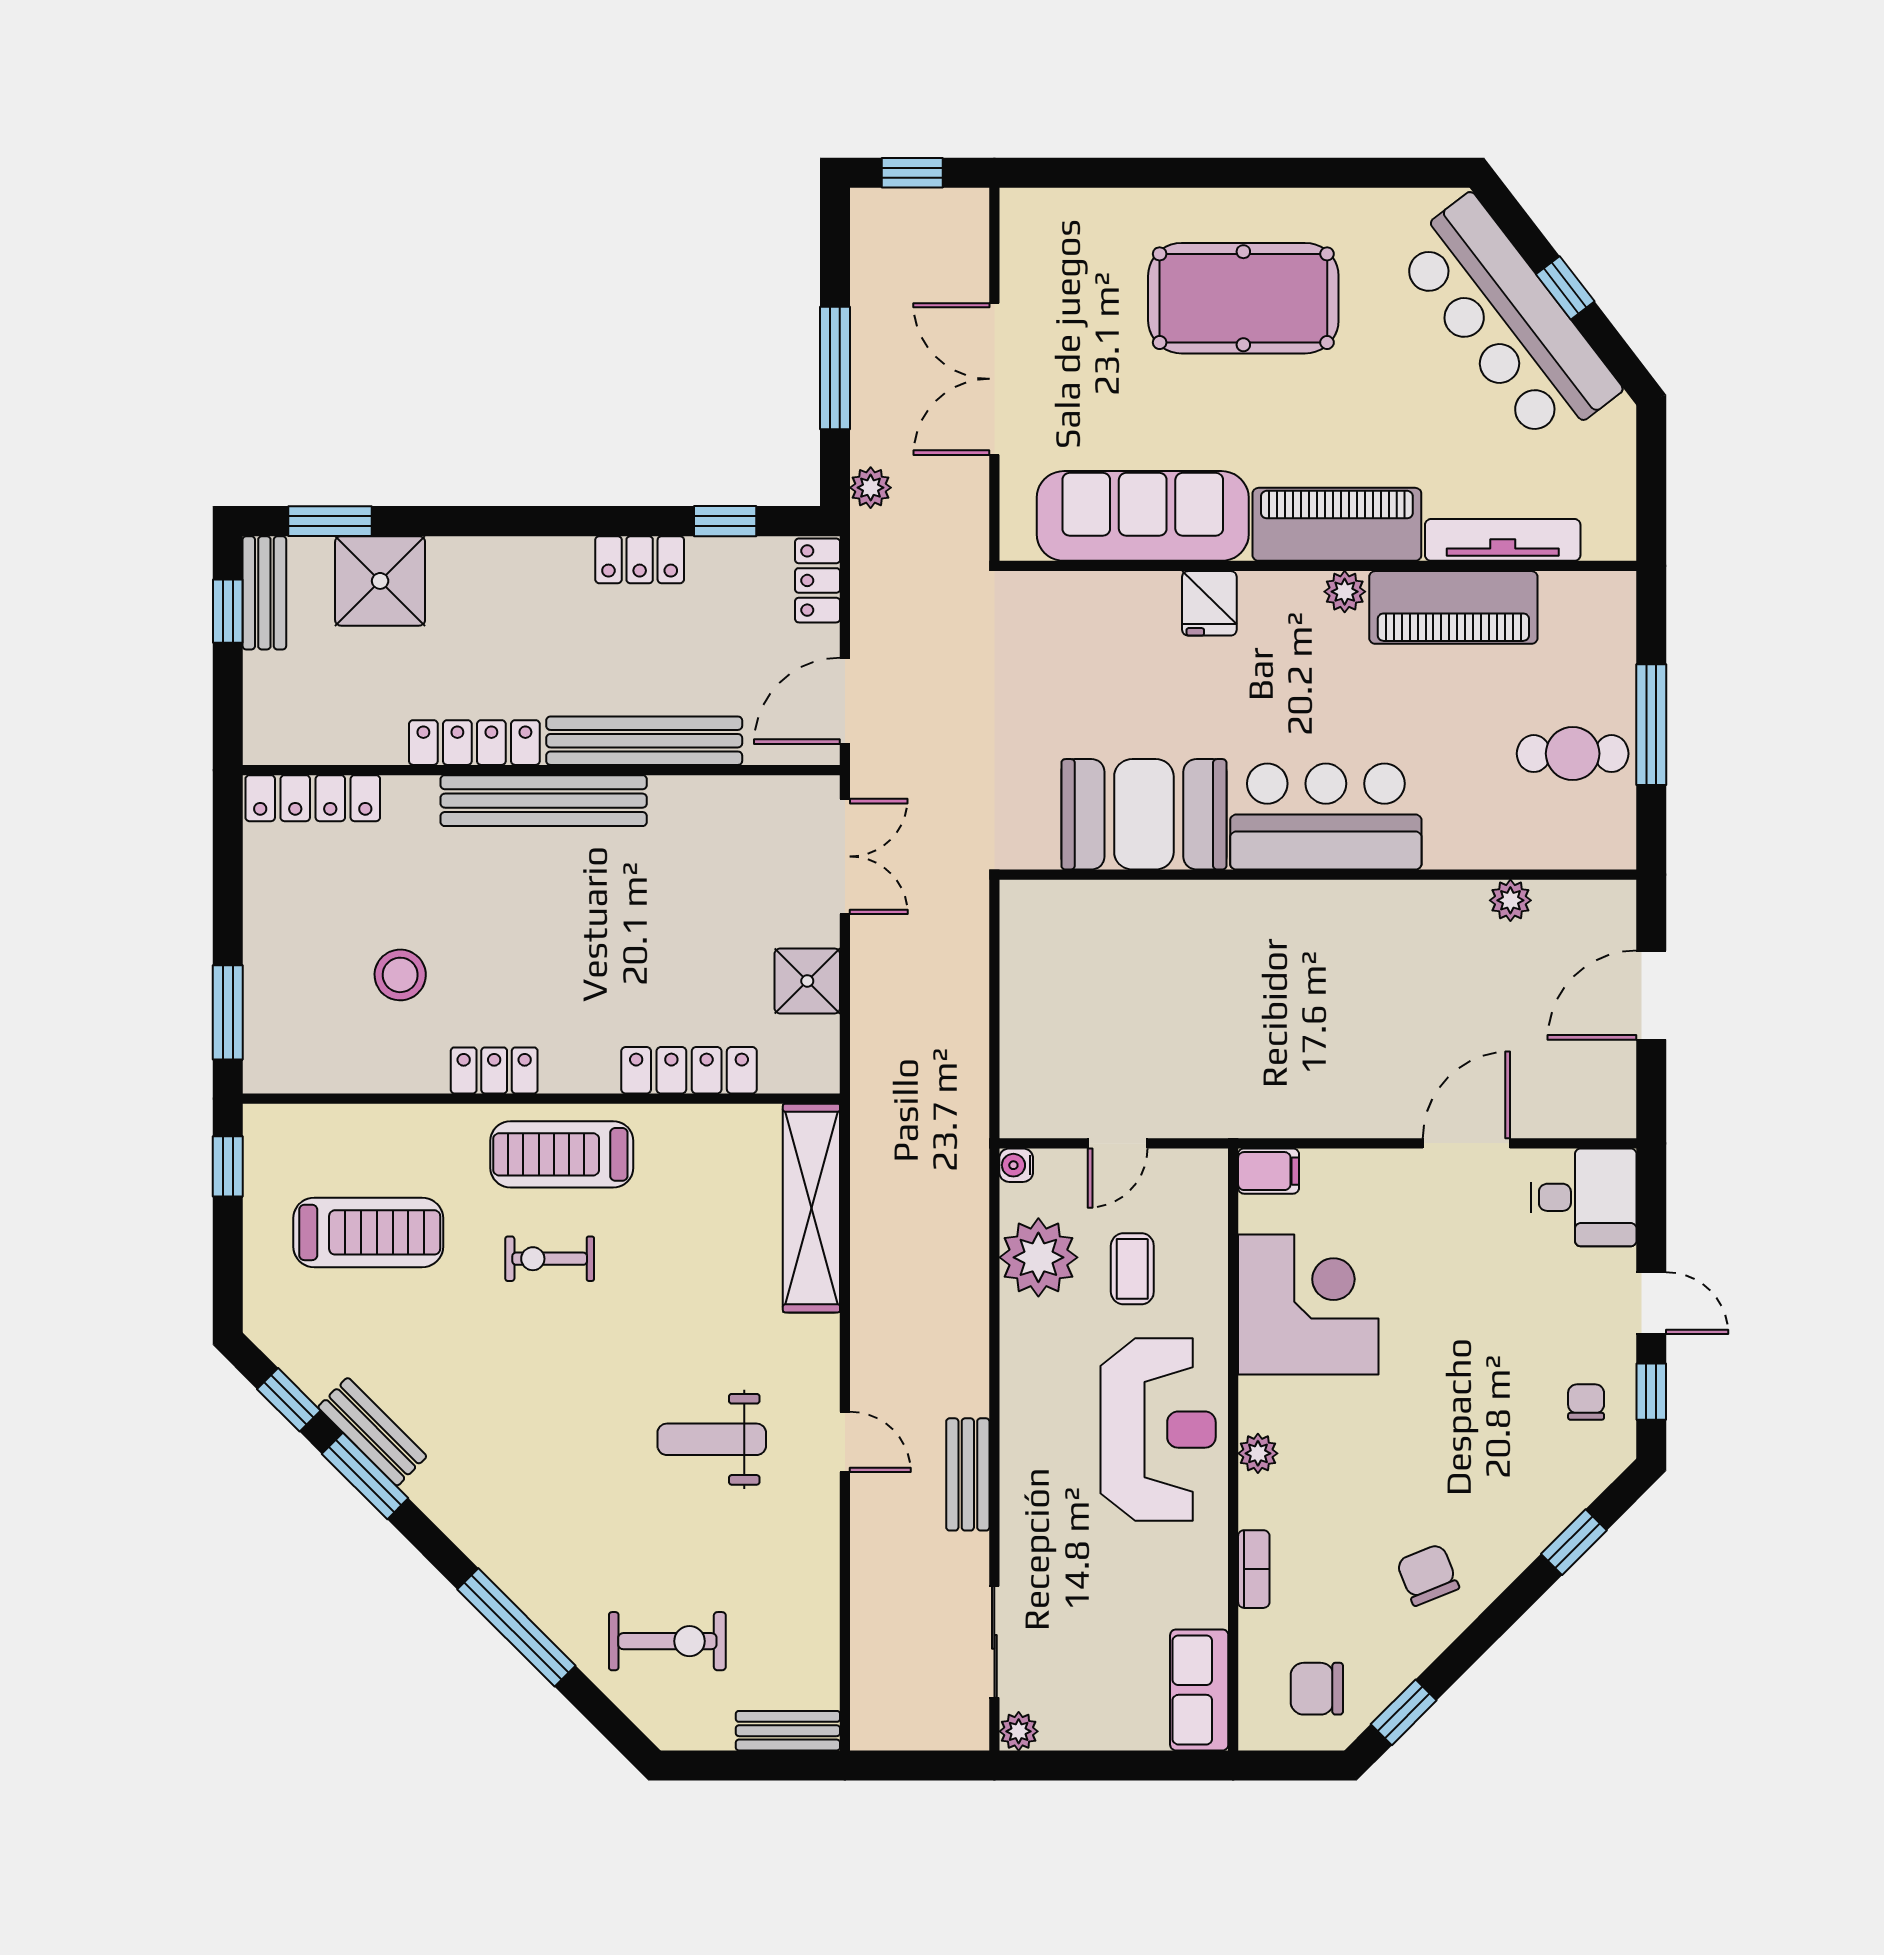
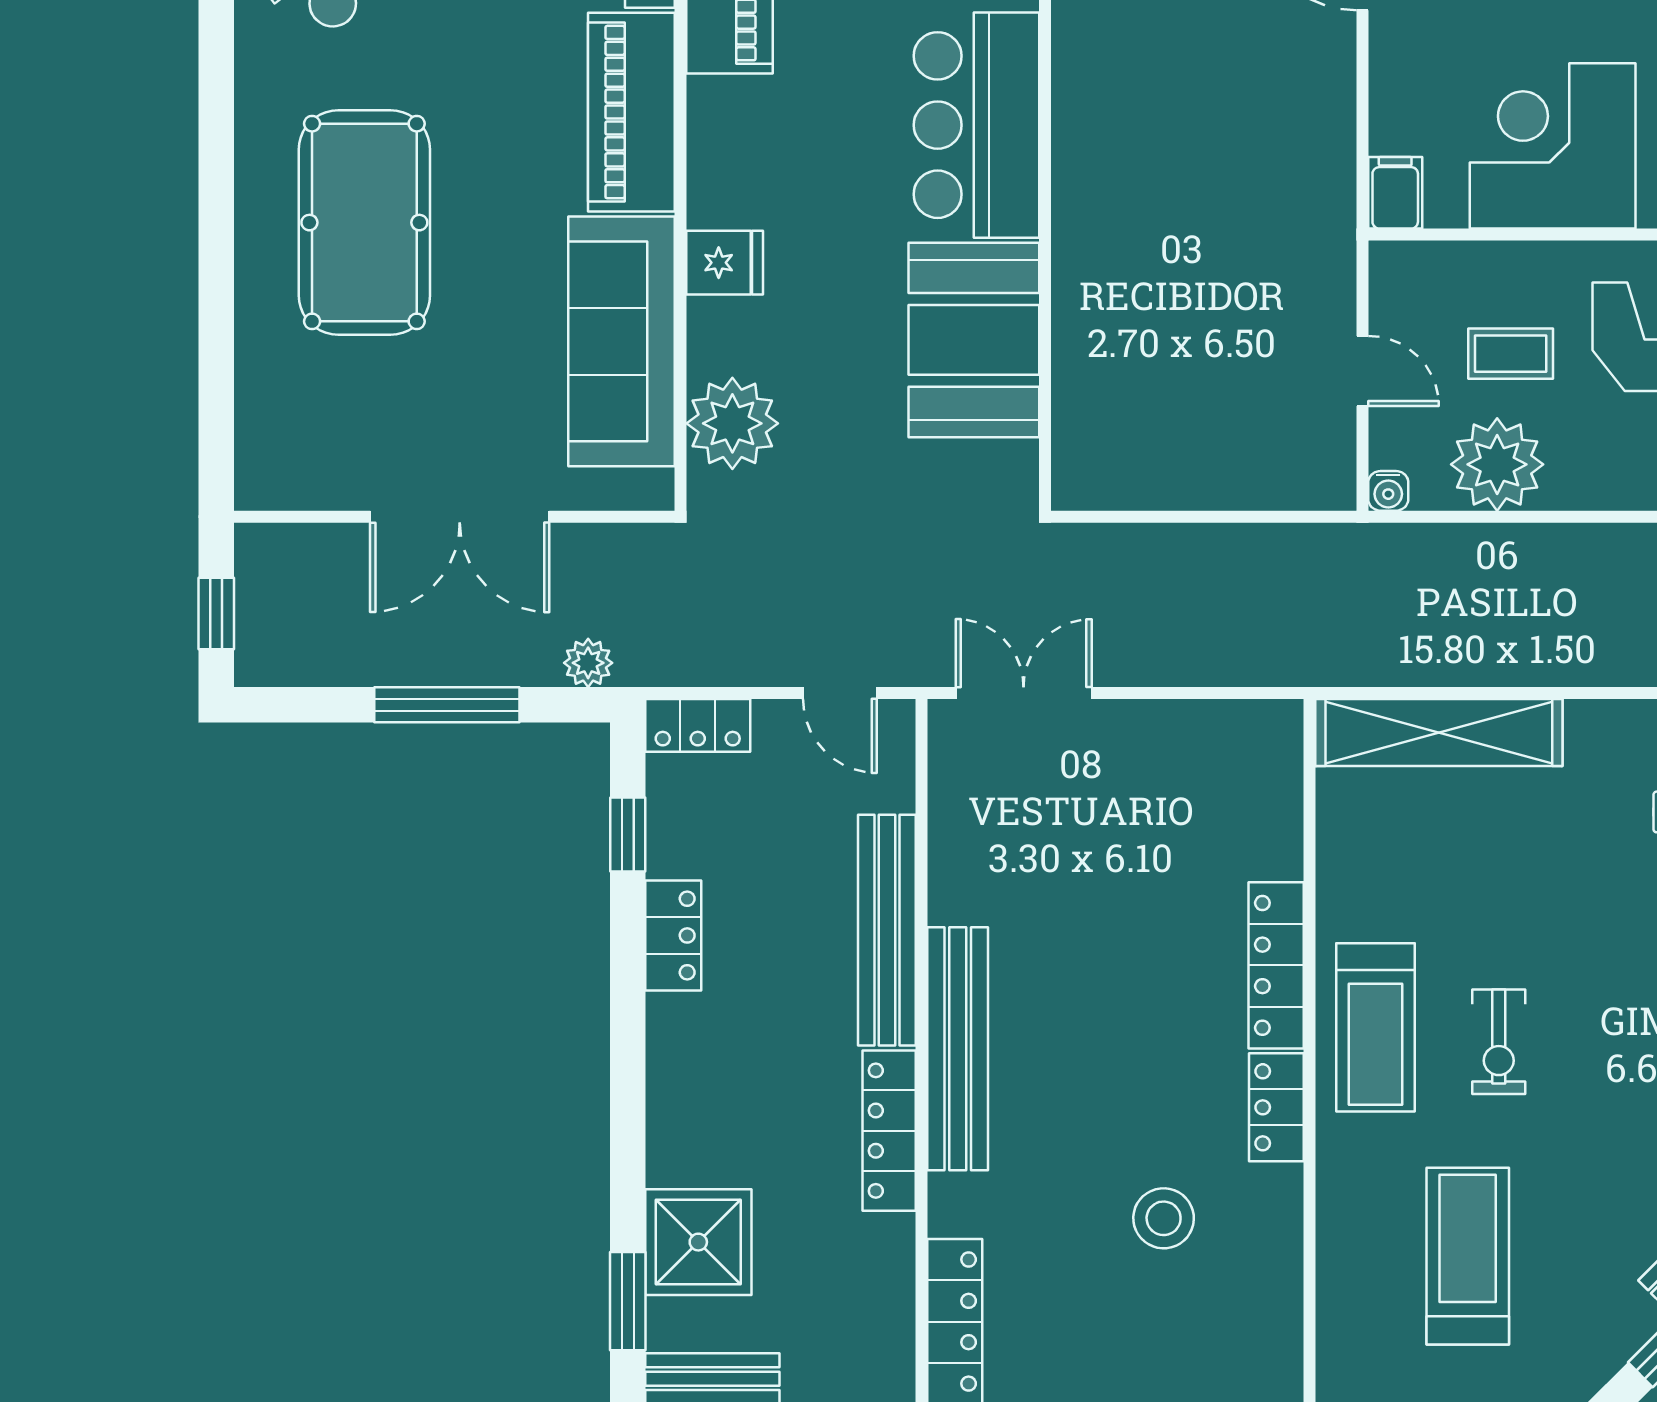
plant: (1345, 592) -> (732, 423), moved, width x1.88, depth x1.88
door: (845, 701) -> (840, 693), width x0.73
shower: (807, 981) -> (1171, 737), removed
locker: (689, 1070) -> (1276, 965), moved

